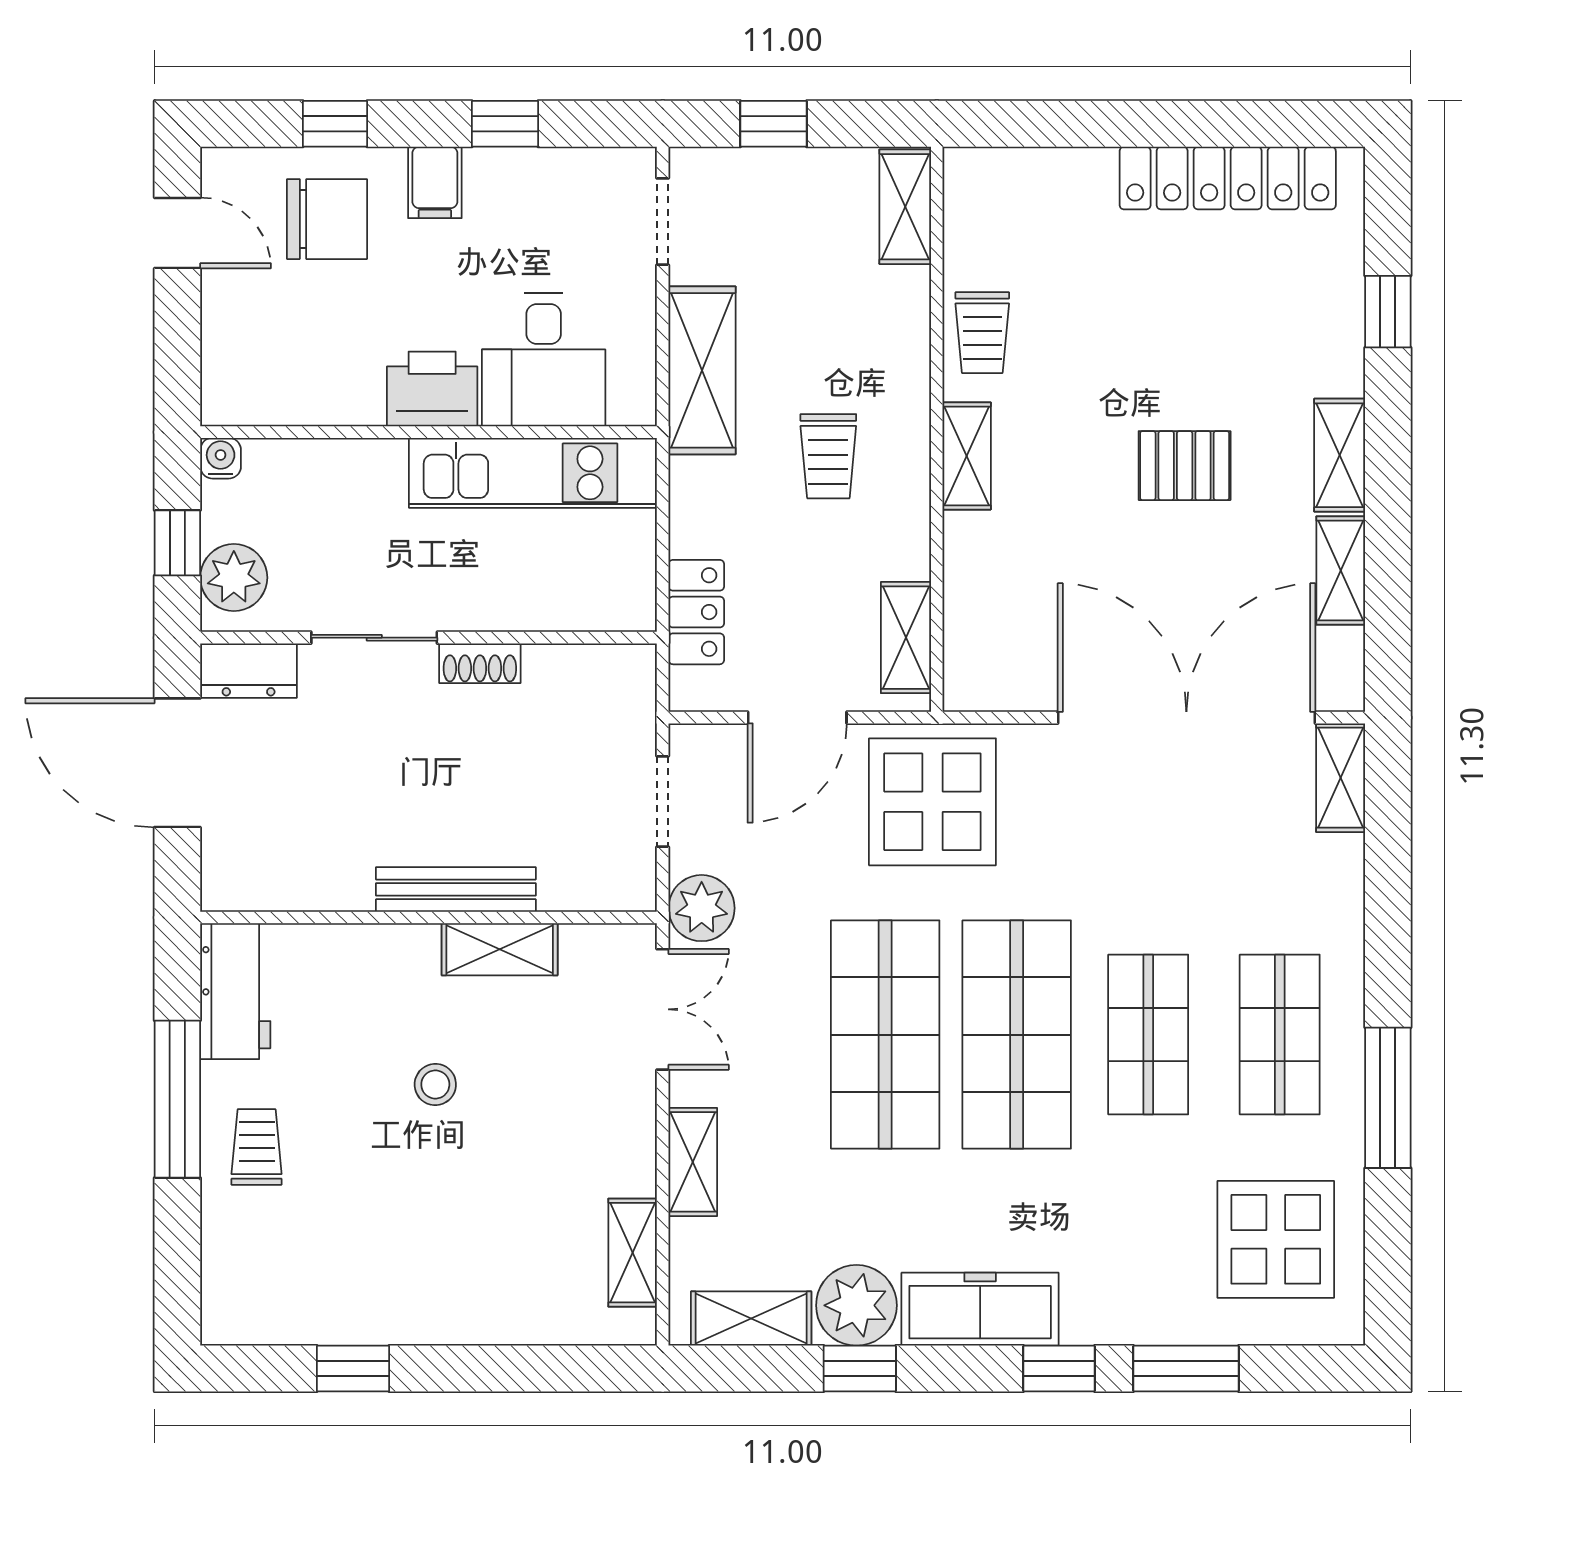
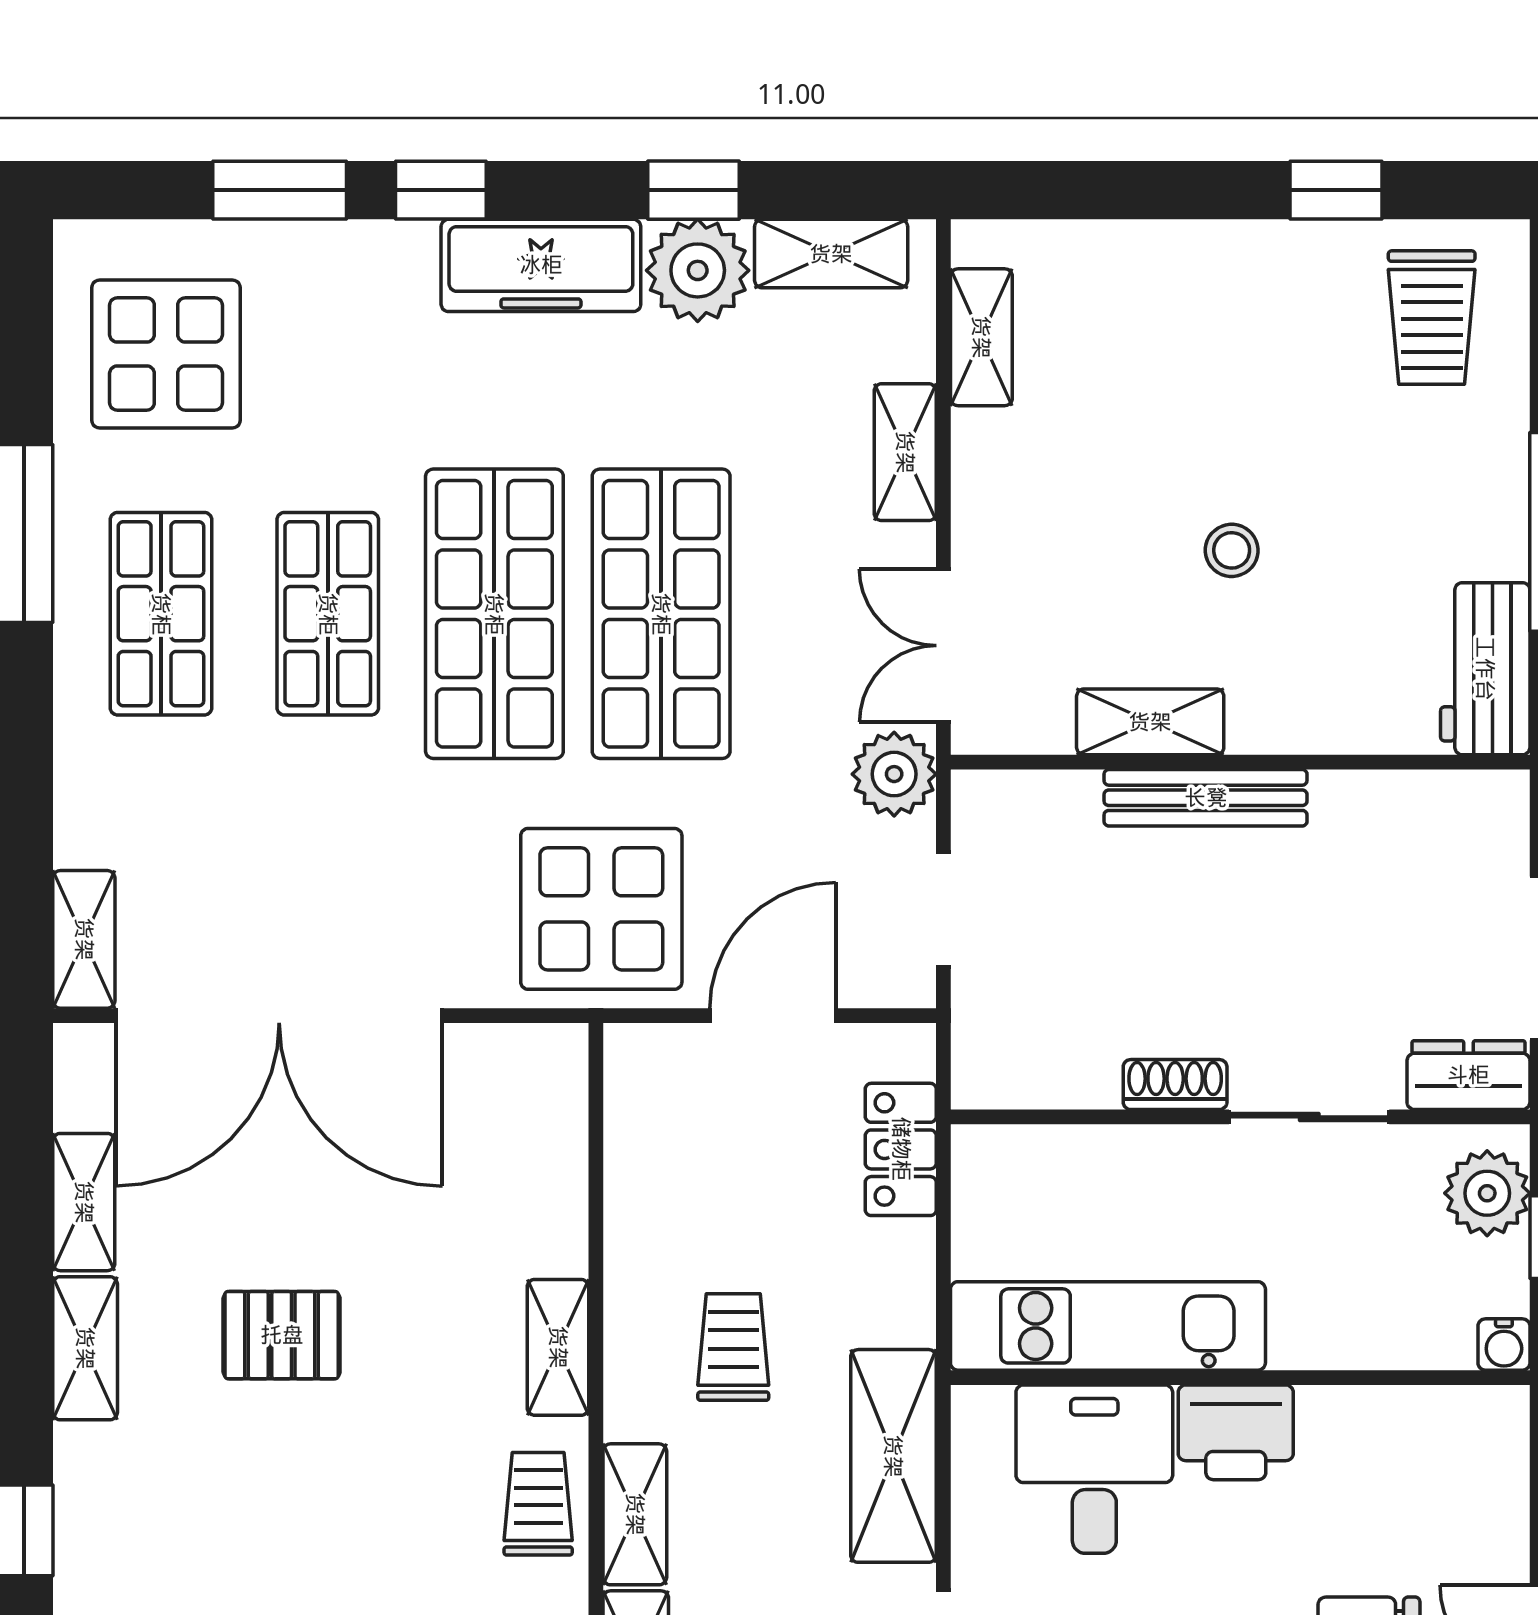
shelving: (906, 638) -> (635, 1514), moved
trolley: (257, 1147) -> (1432, 318), moved, width x1.36, depth x1.39

